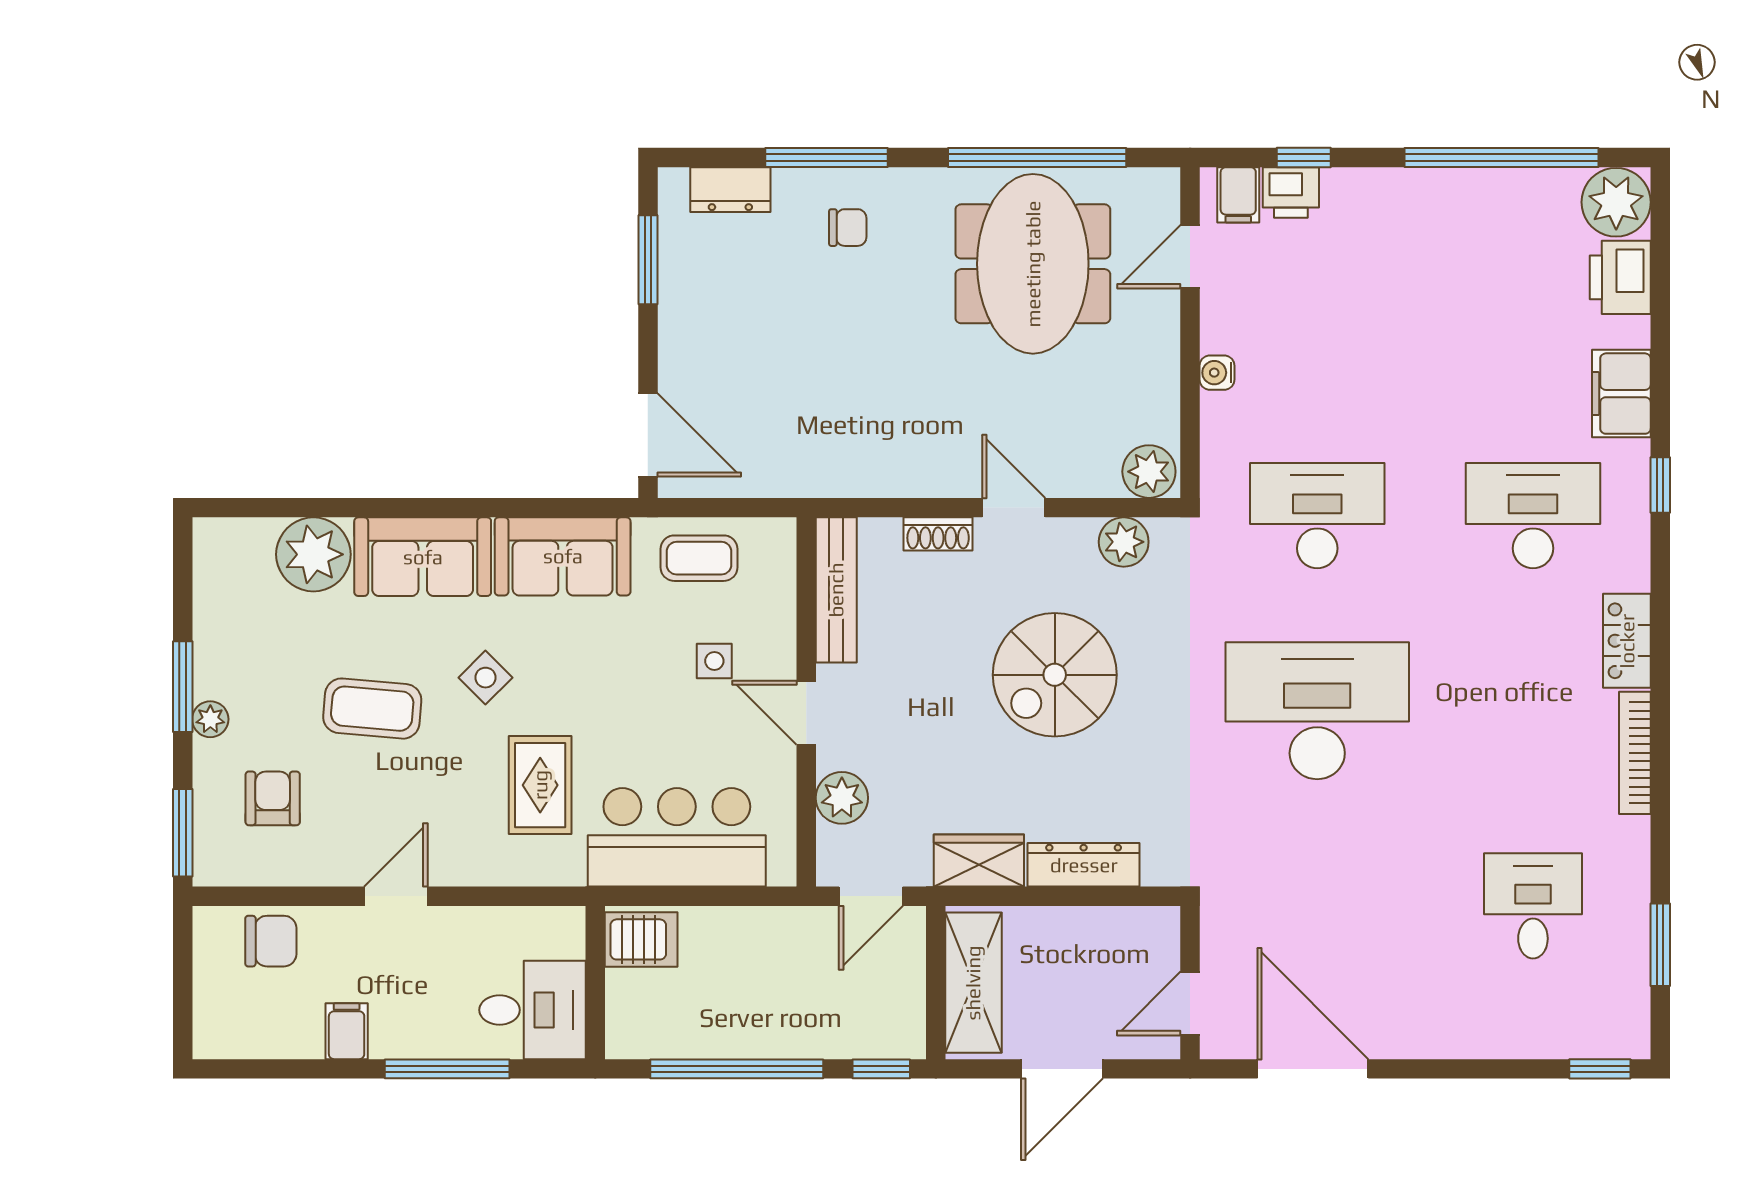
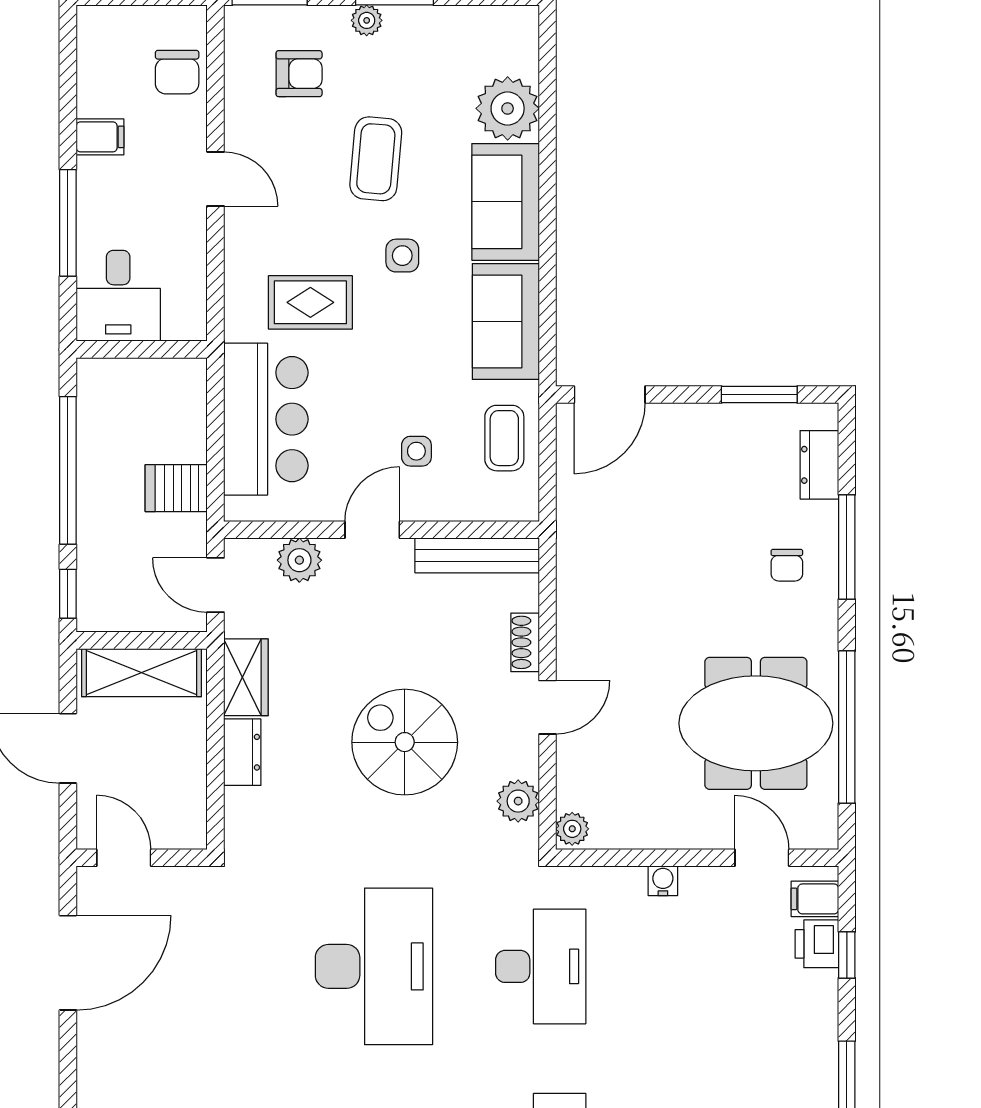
plant: (1149, 472) -> (572, 829), width x0.73, depth x0.73
side table: (485, 678) -> (402, 256), turned 45
dresser: (1084, 865) -> (242, 752), width x0.70
server rack: (641, 939) -> (176, 488), moved, turned 90

